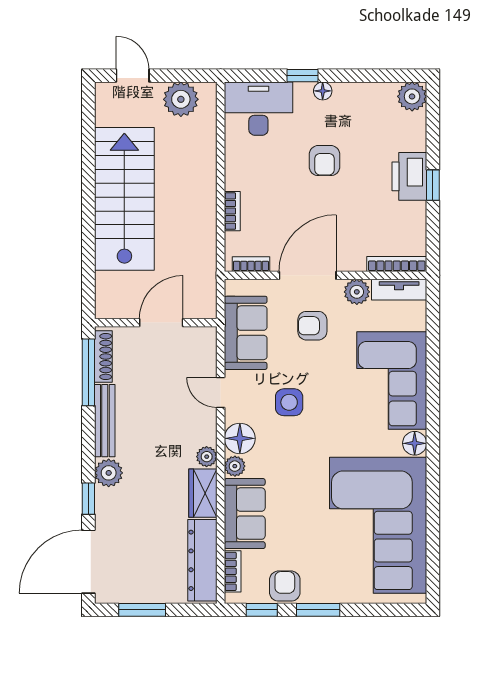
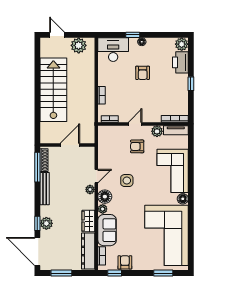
printer: (409, 176) -> (180, 62), moved
door: (308, 275) -> (135, 124), width x0.53
sofa: (246, 333) -> (107, 150), removed
door: (221, 392) -> (96, 176), swing flipped
plant: (207, 457) -> (90, 189), moved
plant: (109, 473) -> (46, 223), moved
door: (88, 562) -> (37, 252), hinge flipped
window: (318, 610) -> (163, 273), moved

